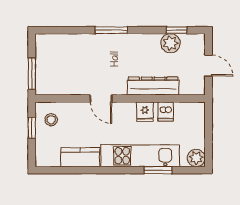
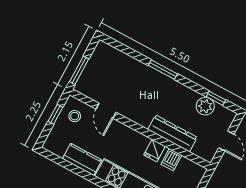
door: (101, 98) -> (106, 111), moved

